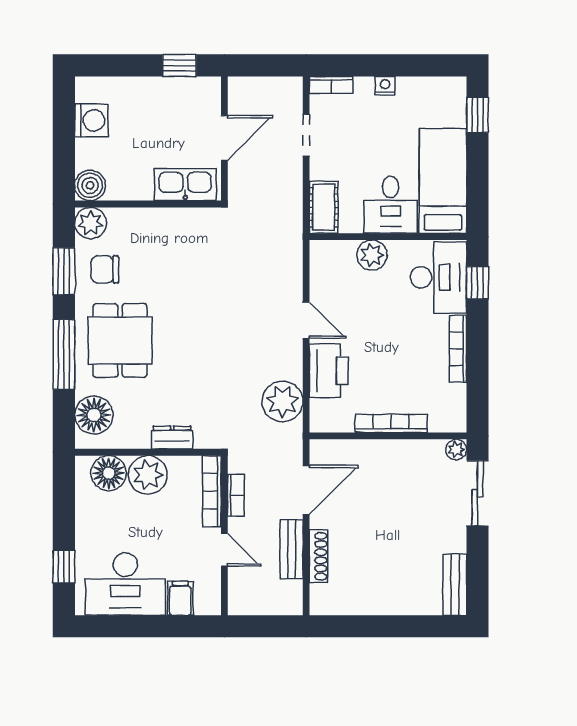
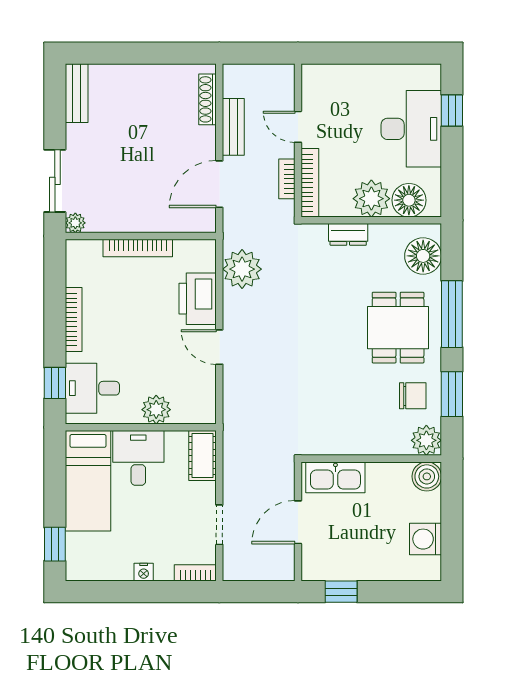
desk: (438, 277) -> (92, 388), width x0.73
shoe rack: (318, 556) -> (208, 99), moved
desk: (125, 584) -> (411, 129), moved, turned 90
filing cabinet: (180, 598) -> (340, 80), removed

